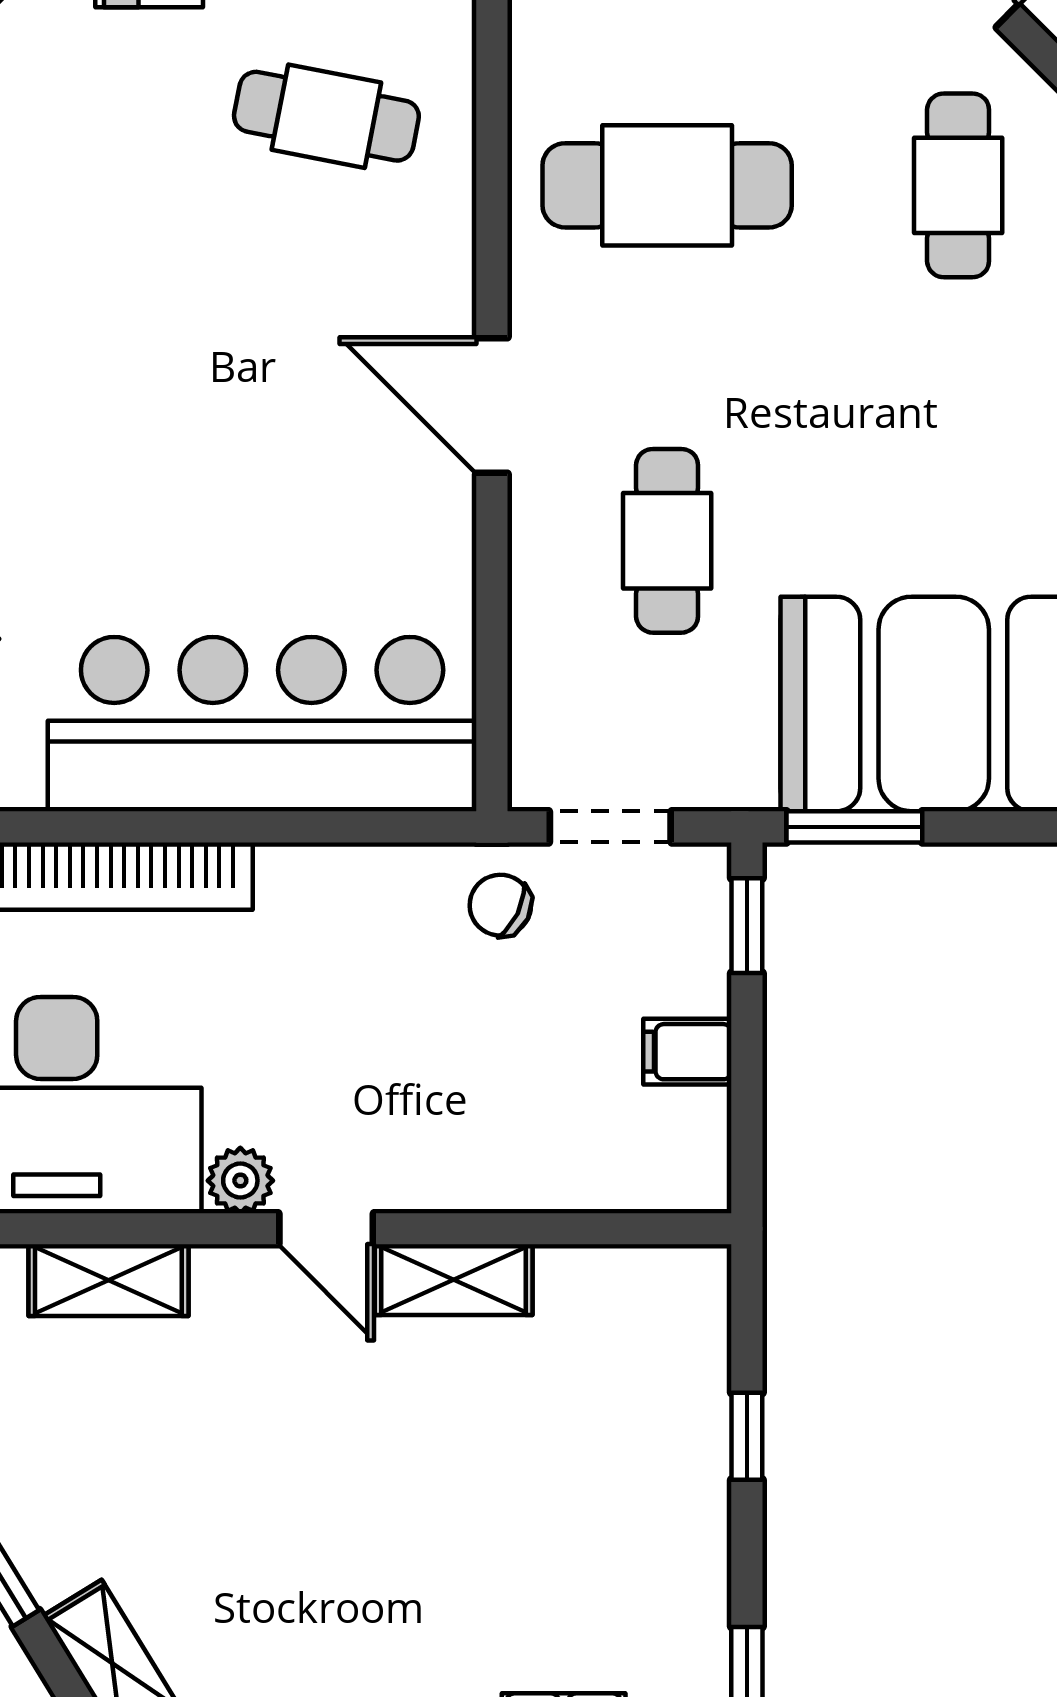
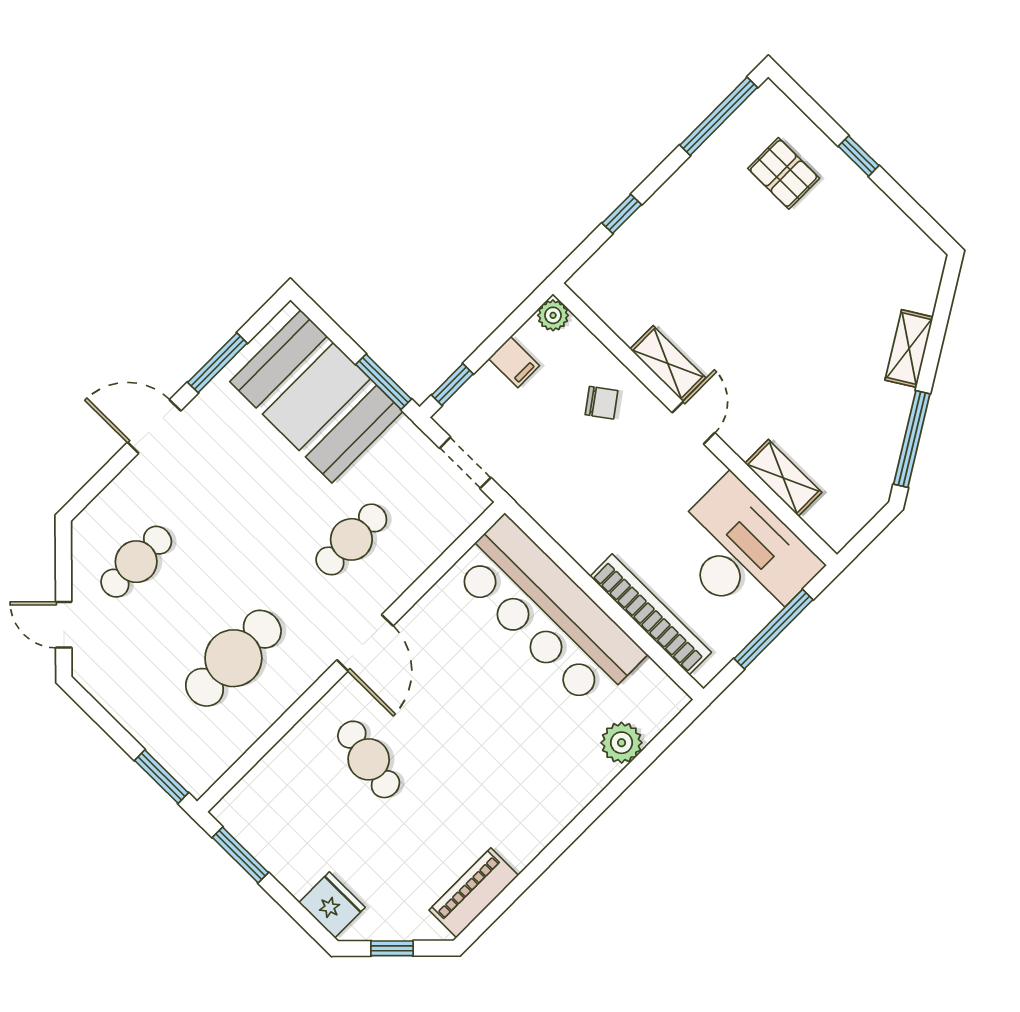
cafe table: (326, 116) -> (369, 759), moved
cafe table: (667, 185) -> (233, 658), turned 90
chair: (500, 905) -> (602, 403), moved, turned -62
plant: (240, 1181) -> (553, 315), moved

